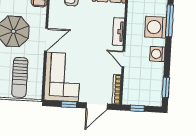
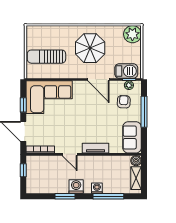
washing machine: (156, 27) -> (97, 188), width x0.53, depth x0.53
door: (46, 40) -> (98, 80), moved
door: (123, 59) -> (70, 154), swing flipped
window: (166, 88) -> (65, 196), moved

